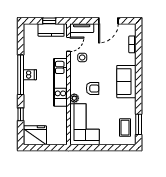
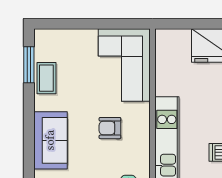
plant: (74, 98) -> (142, 111), removed
coffee table: (125, 128) -> (46, 78), moved

